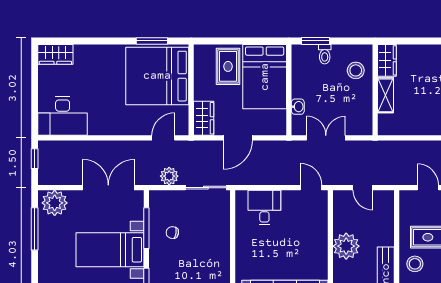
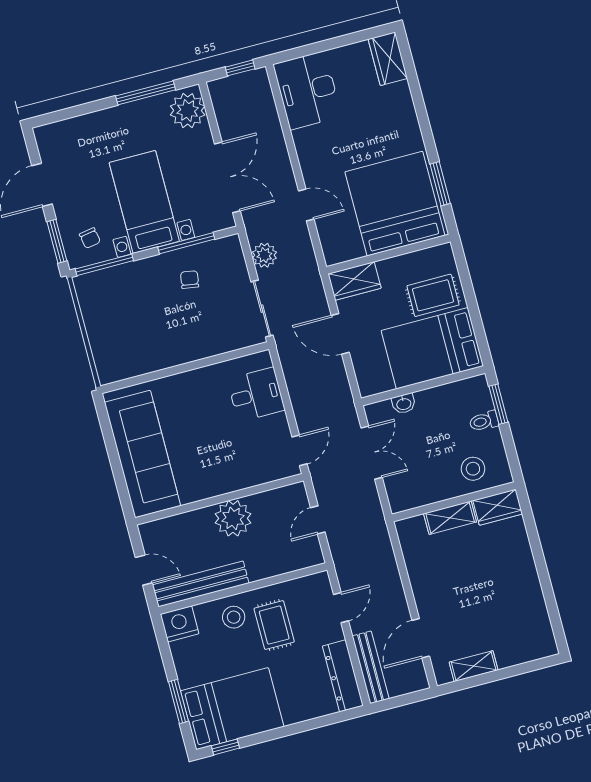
door: (163, 138) -> (306, 205), moved

